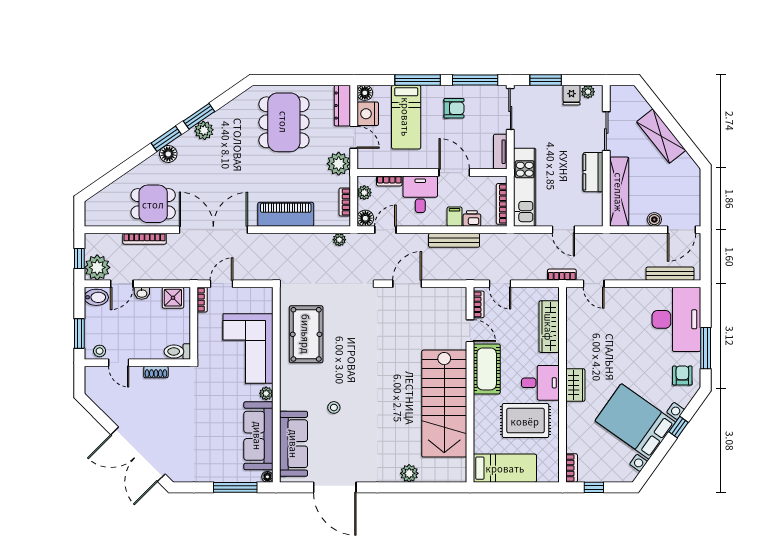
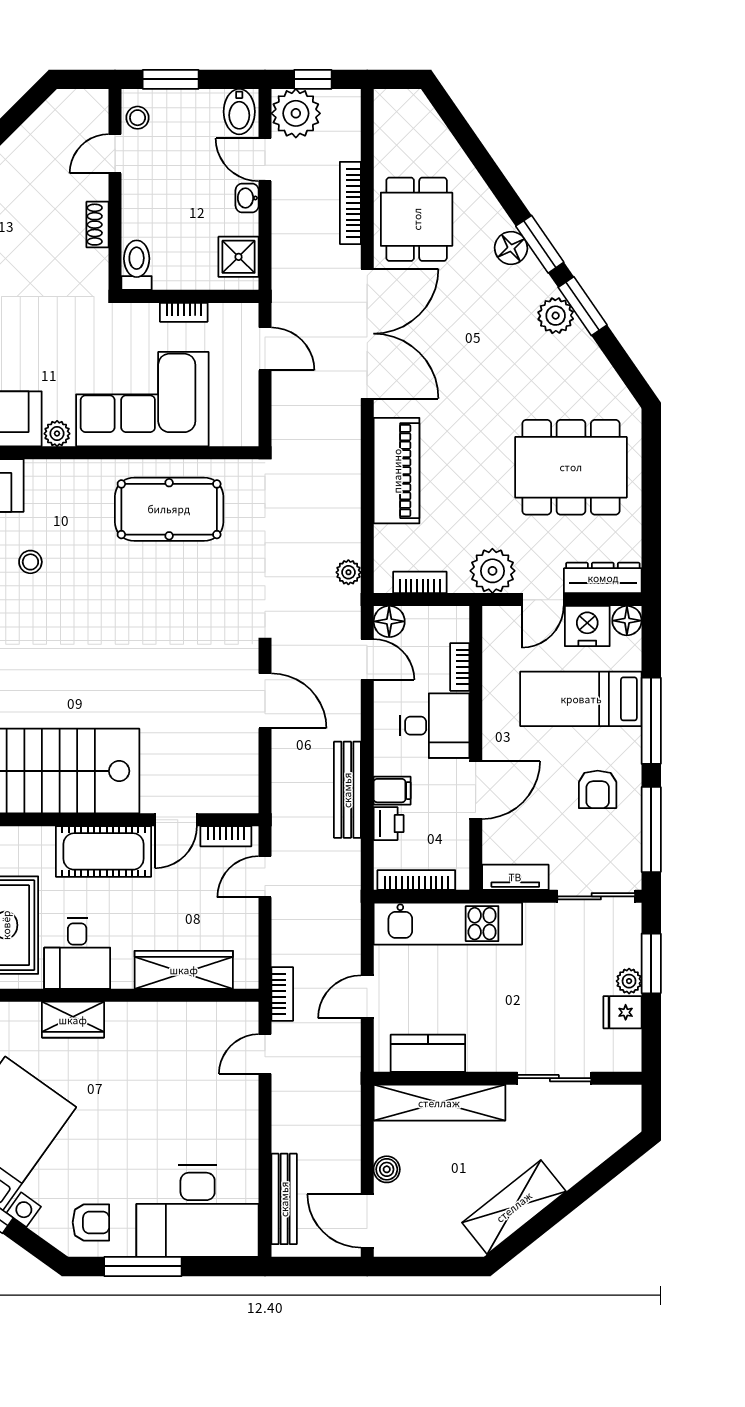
plant: (588, 92) -> (629, 981), moved
shelving: (661, 136) -> (514, 1207), moved
kitchen counter: (593, 172) -> (428, 1053), moved
plant: (364, 193) -> (438, 620), removed
bookcase: (202, 300) -> (184, 312), moved

